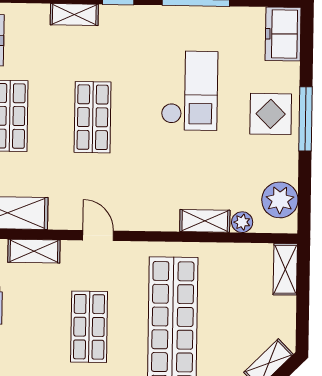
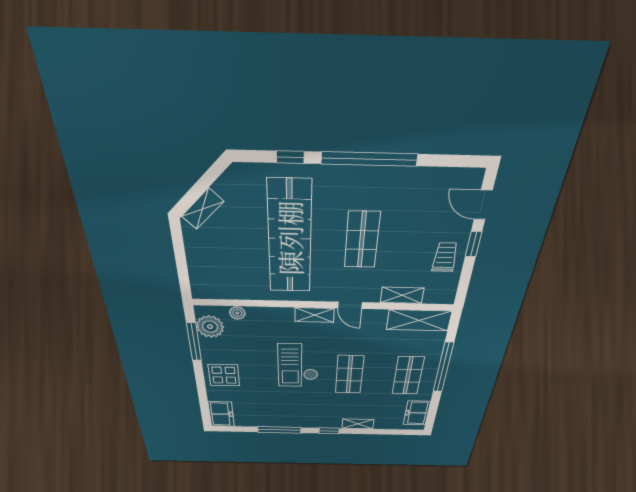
checkout: (190, 91) -> (298, 366), moved
window: (306, 119) -> (194, 342), moved
shelving: (205, 221) -> (314, 315), moved
shelving: (285, 269) -> (199, 281), removed

